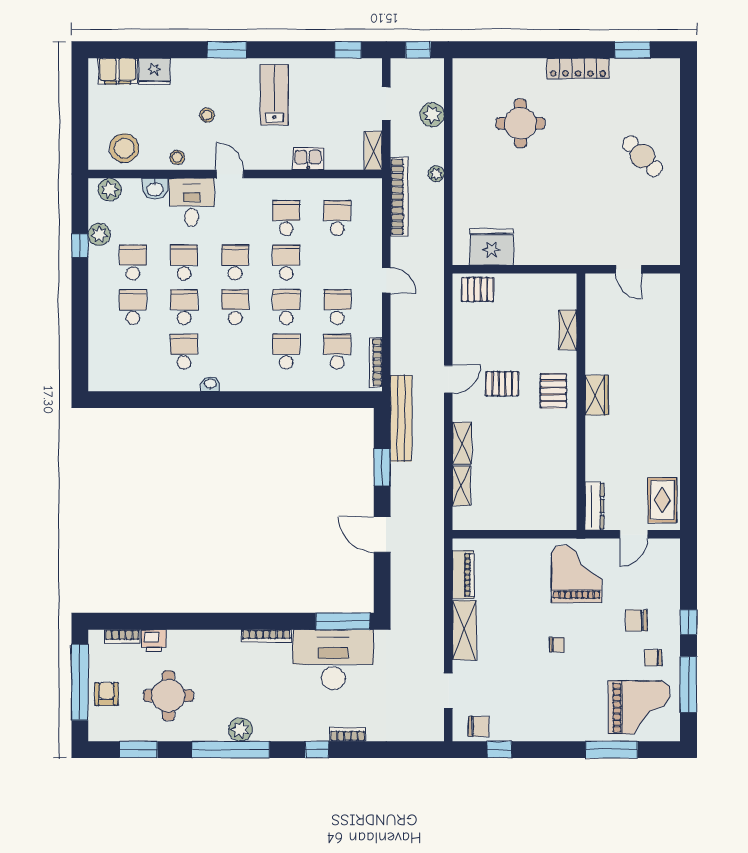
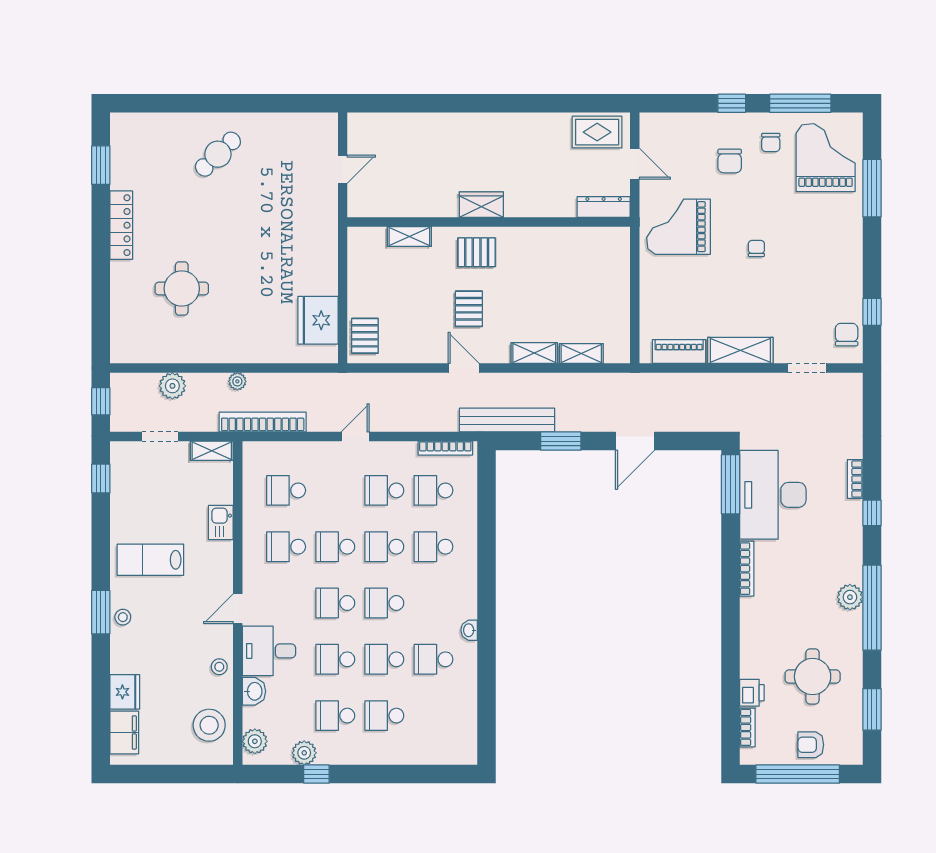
stool: (207, 115) -> (123, 617), moved

